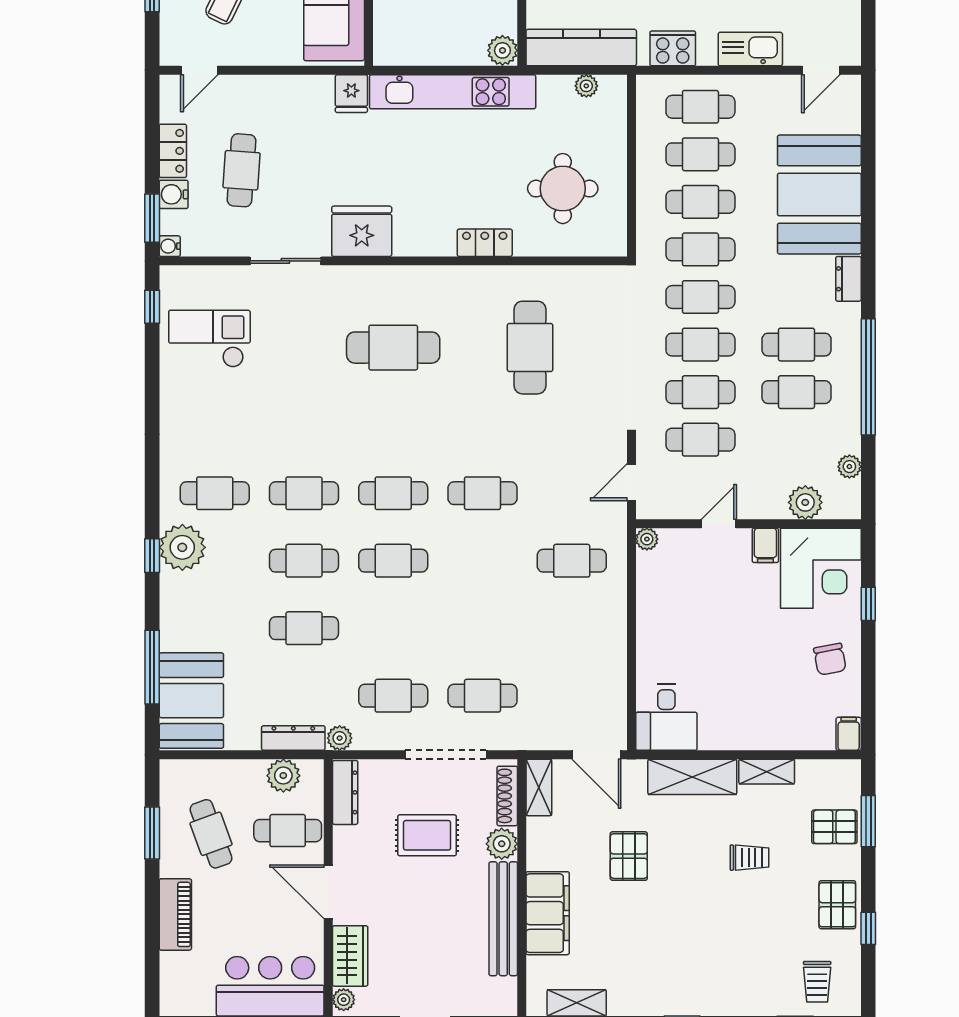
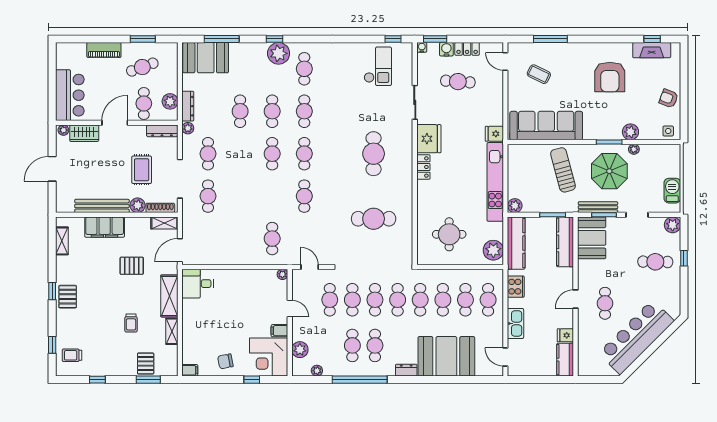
plant: (586, 86) -> (493, 250), width x1.88, depth x1.88
locker: (485, 243) -> (423, 167), moved
pallet: (837, 905) -> (68, 297), moved, turned 90

